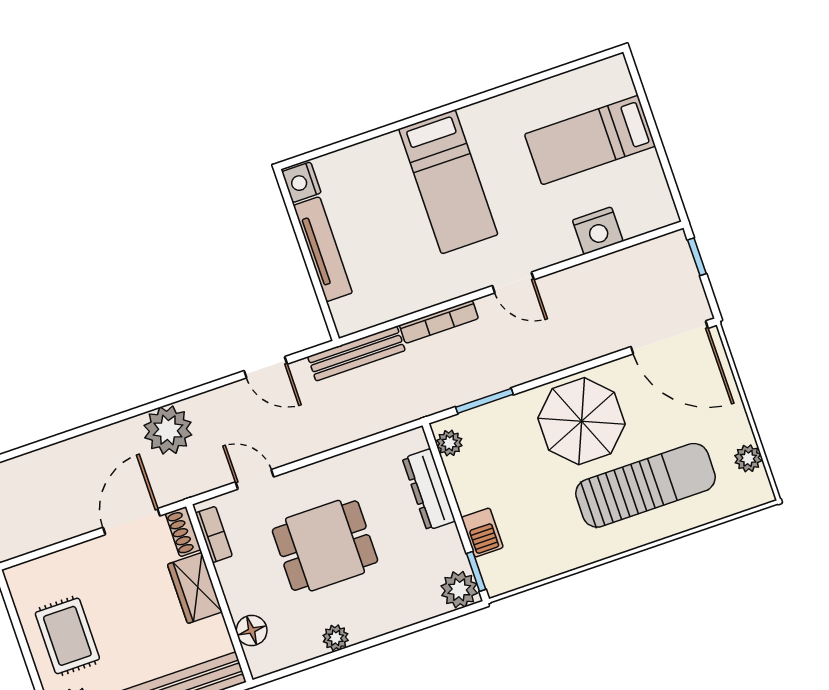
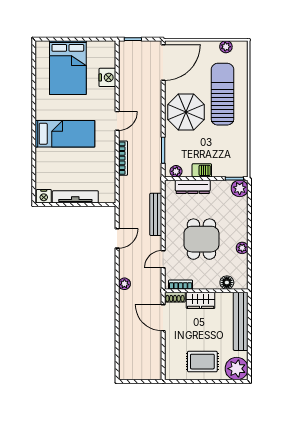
bed: (590, 140) -> (68, 68), width x1.50
bench: (356, 354) -> (156, 214), moved
plant: (168, 430) -> (124, 284), width x0.53, depth x0.53
barbecue: (482, 533) -> (202, 170), moved

